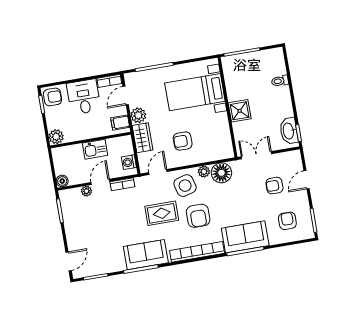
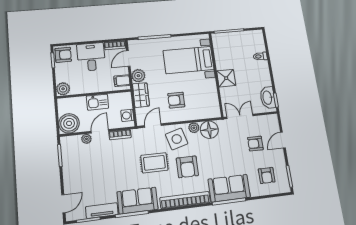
boiler: (62, 181) -> (69, 123), width x1.86, depth x1.86
armchair: (287, 221) -> (267, 175), turned 180
tv unit: (109, 267) -> (102, 211), added

